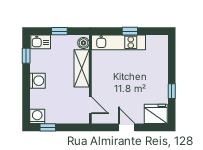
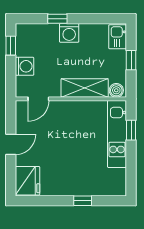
window: (130, 31) -> (131, 130), moved
window: (26, 56) -> (57, 19), moved
window: (172, 91) -> (83, 201), moved
washing machine: (37, 116) -> (25, 66), moved

